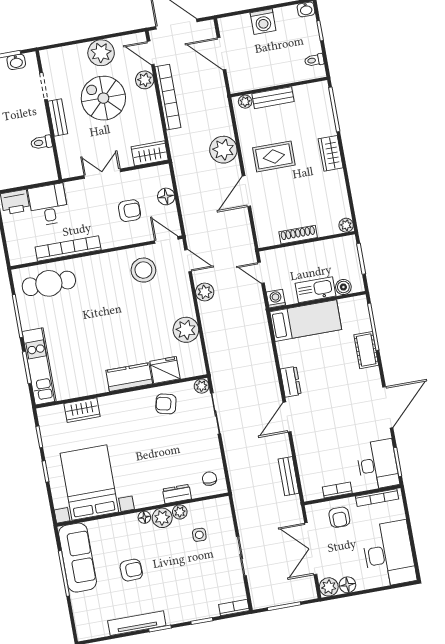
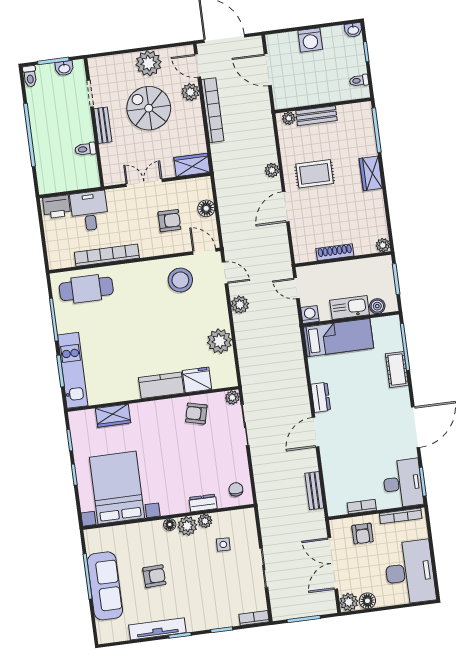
plant: (223, 150) -> (272, 170), width x0.53, depth x0.53
sofa: (77, 558) -> (105, 586), moved

